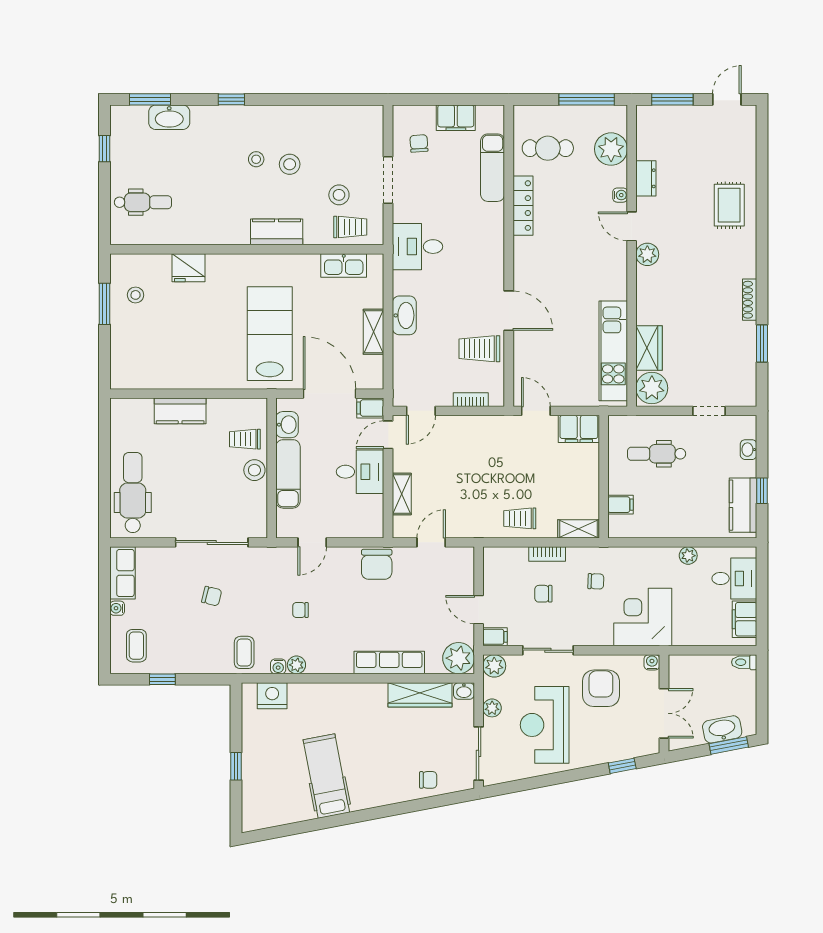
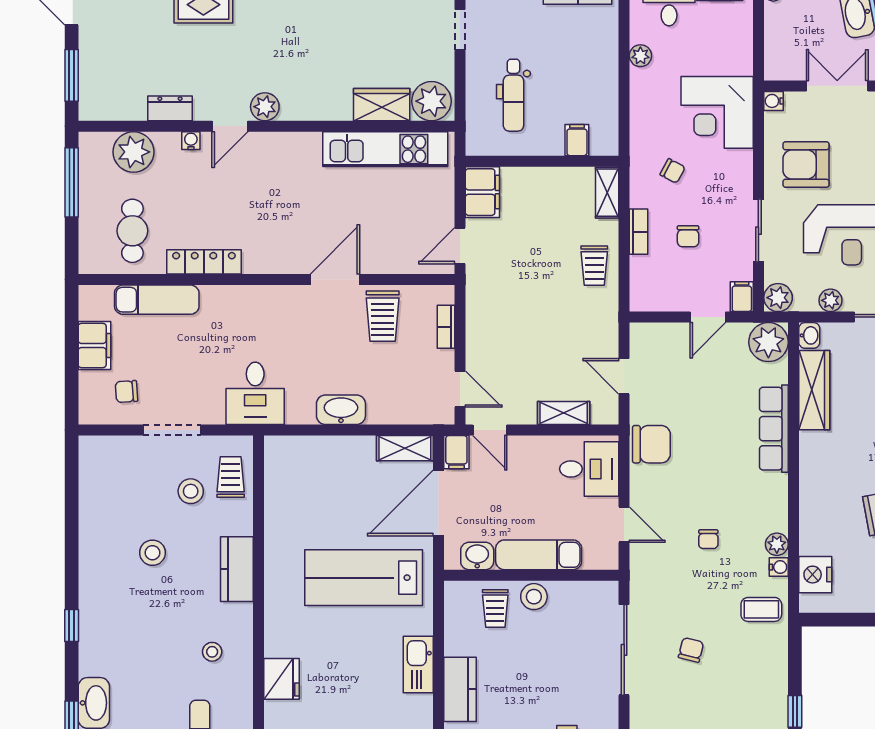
stool: (256, 159) -> (212, 652), moved
kitchen sink: (344, 265) -> (418, 664), moved, turned 180
shelving: (374, 332) -> (405, 448), moved
desk: (360, 472) -> (589, 469), moved, turned 90
chair: (596, 581) -> (673, 171), turned 116

